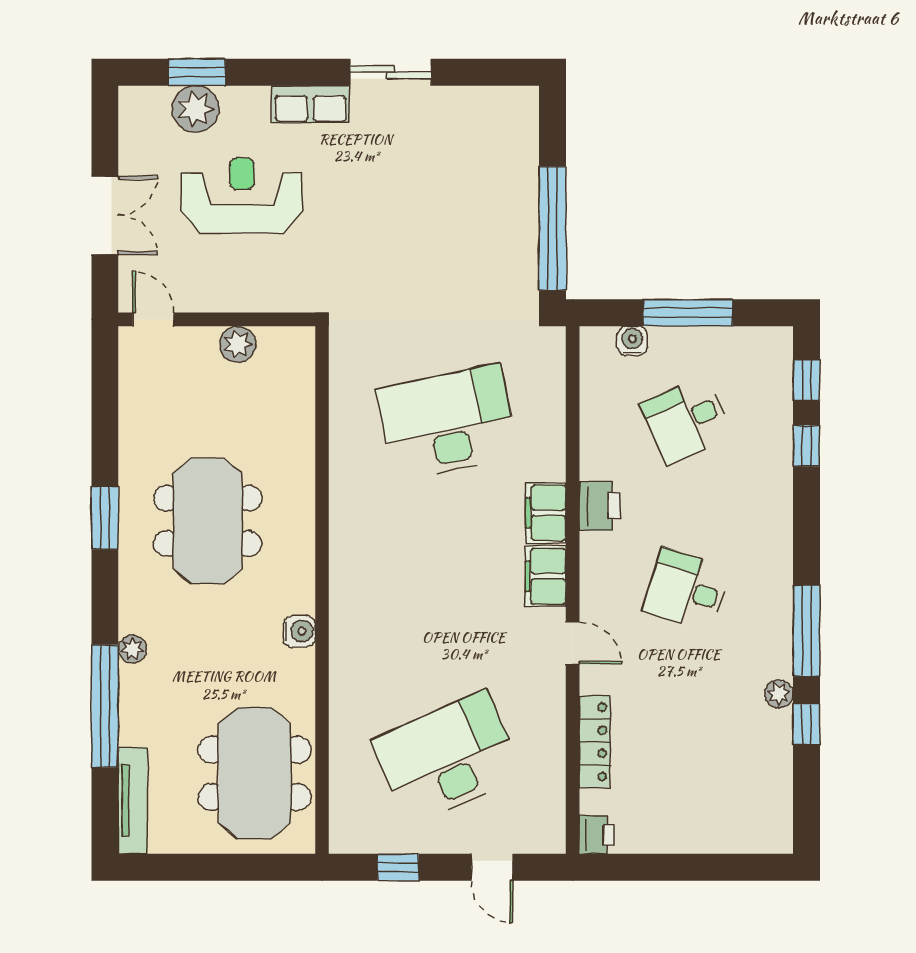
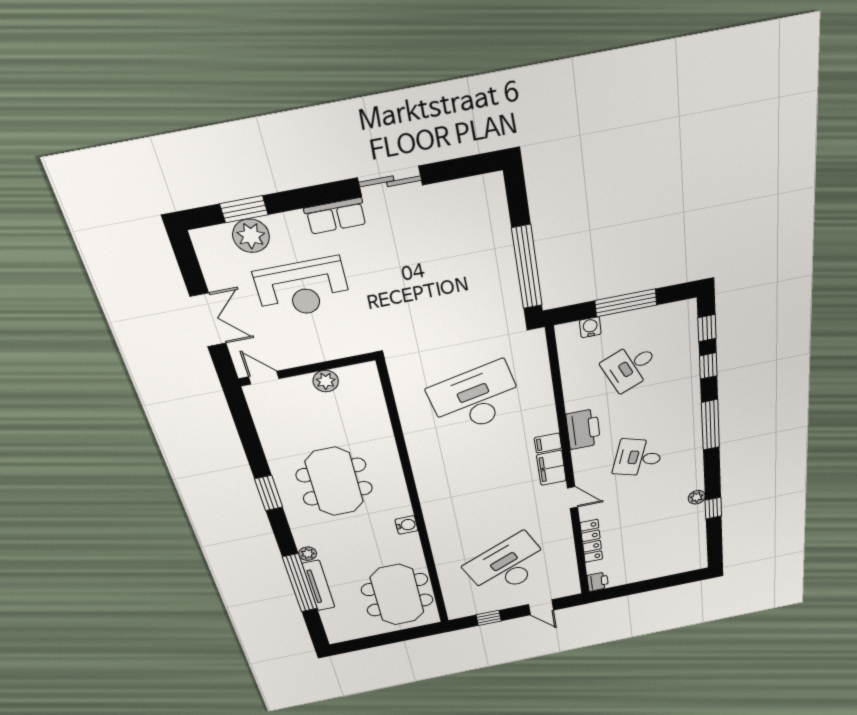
reception desk: (242, 196) -> (302, 288), turned 180
printer: (600, 506) -> (583, 429), width x1.37, depth x1.19
filing cabinet: (546, 513) -> (548, 443), width x0.50
window: (806, 631) -> (710, 425), moved
tv unit: (133, 800) -> (319, 586), moved

